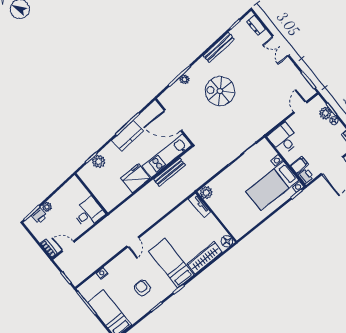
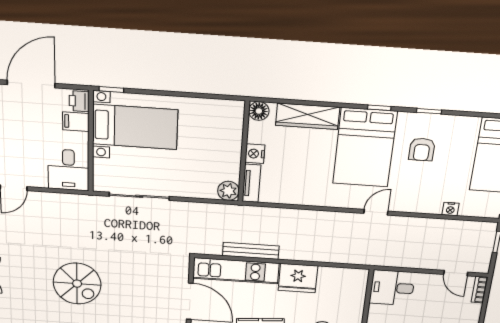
spiral stairs: (220, 91) -> (77, 284), moved
nightstand: (211, 221) -> (255, 154), added
bed: (171, 263) -> (365, 148), width x1.50

